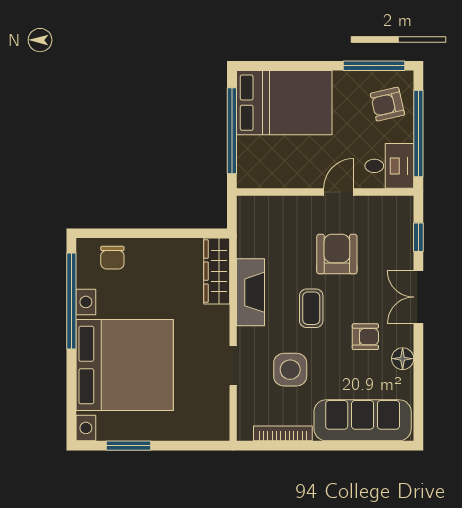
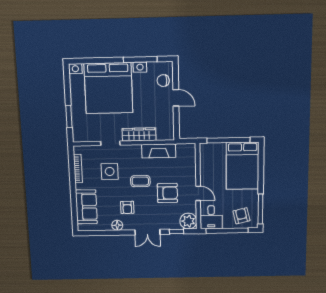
plant: (397, 213) -> (188, 221), added
door: (146, 233) -> (176, 98), added
wardrobe: (217, 271) -> (139, 134), moved
fireplace: (250, 292) -> (159, 151), moved
double door: (418, 297) -> (147, 232), swing flipped
window: (71, 301) -> (140, 60), width x0.68
sofa: (363, 420) -> (86, 207), width x0.73
window: (128, 446) -> (69, 116), moved

